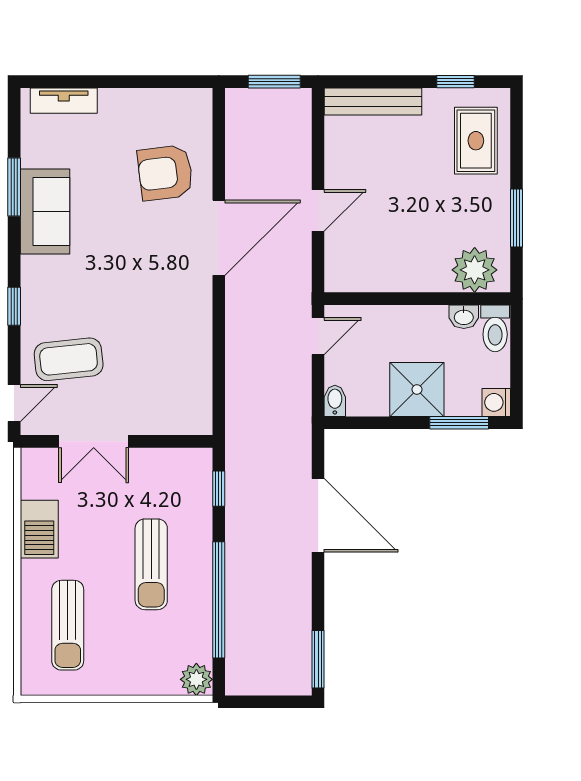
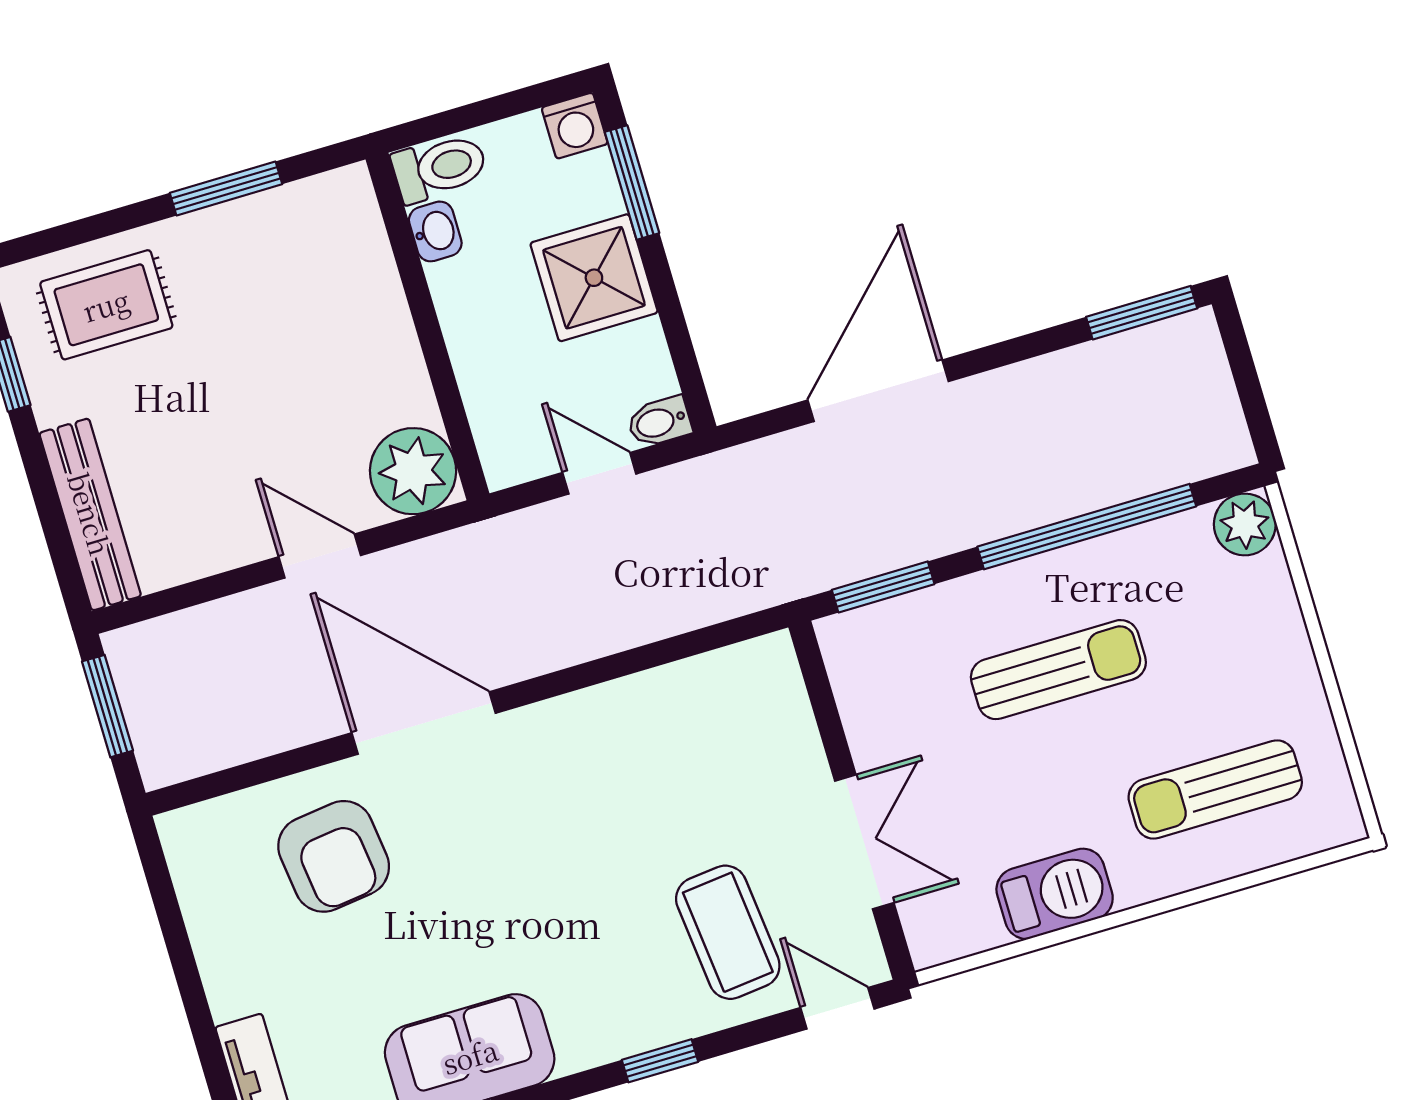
plant: (475, 270) -> (413, 471), moved
door: (318, 336) -> (599, 473), moved
window: (219, 489) -> (883, 587), width x1.50
sun lounger: (68, 625) -> (1215, 789), turned 180

